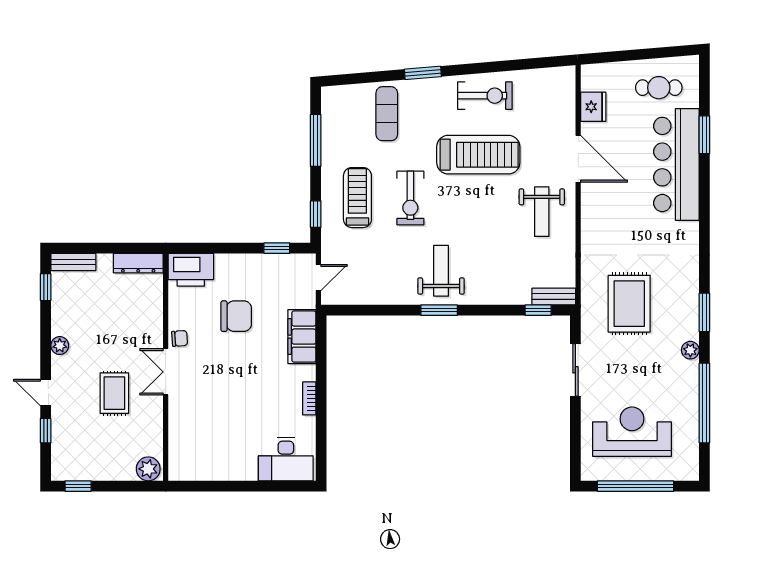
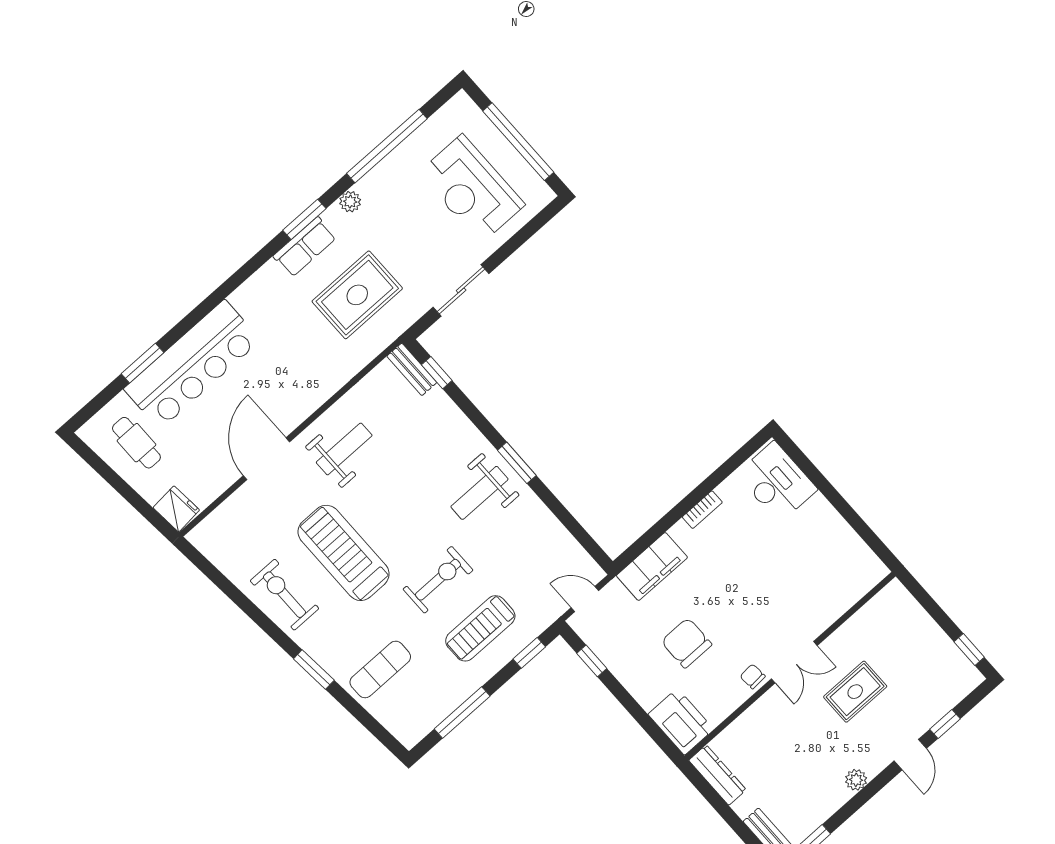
fridge: (593, 107) -> (176, 509), moved, turned 85
row of seats: (687, 298) -> (305, 247), added
plant: (148, 469) -> (897, 599), removed

